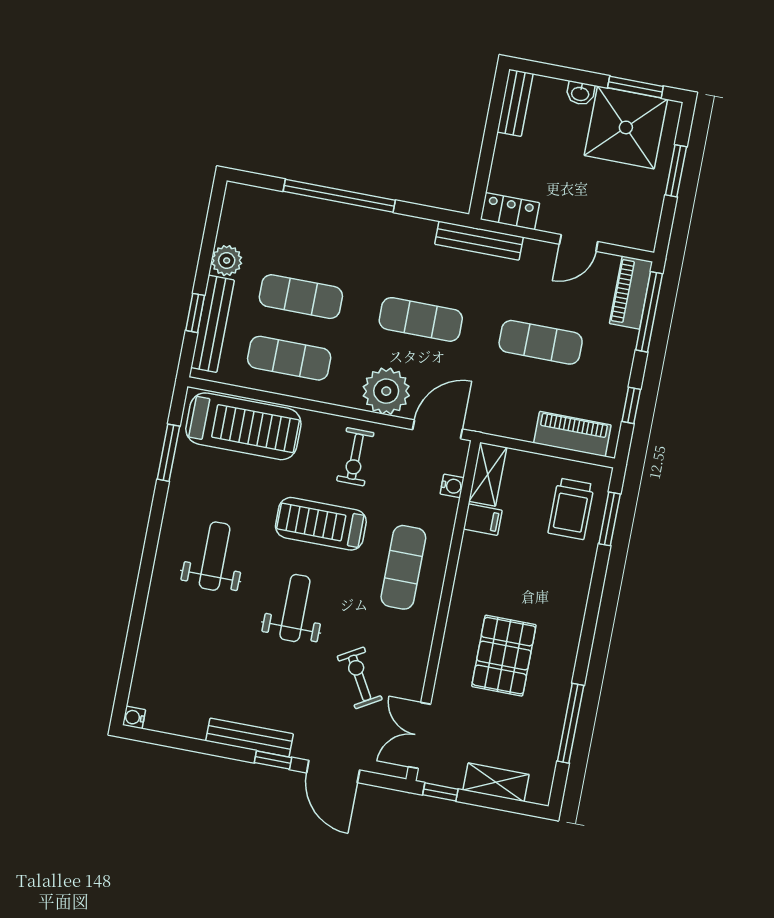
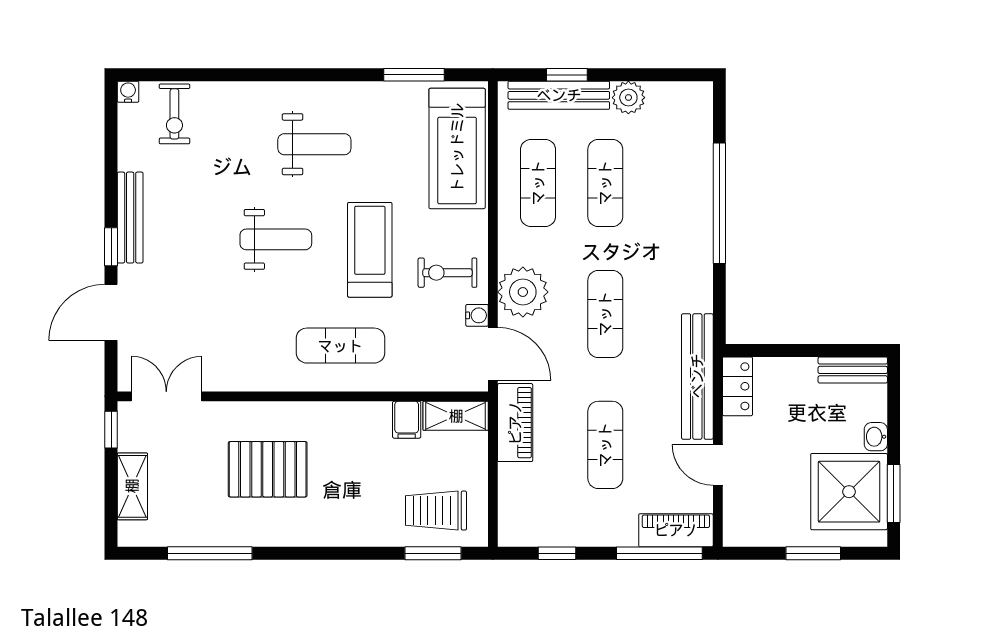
bench: (479, 241) -> (697, 376), width x1.37, depth x1.21
piano: (572, 434) -> (515, 423), moved
water cooler: (452, 486) -> (477, 315), moved, turned -90
exercise bike: (360, 678) -> (174, 114), moved, turned 120

